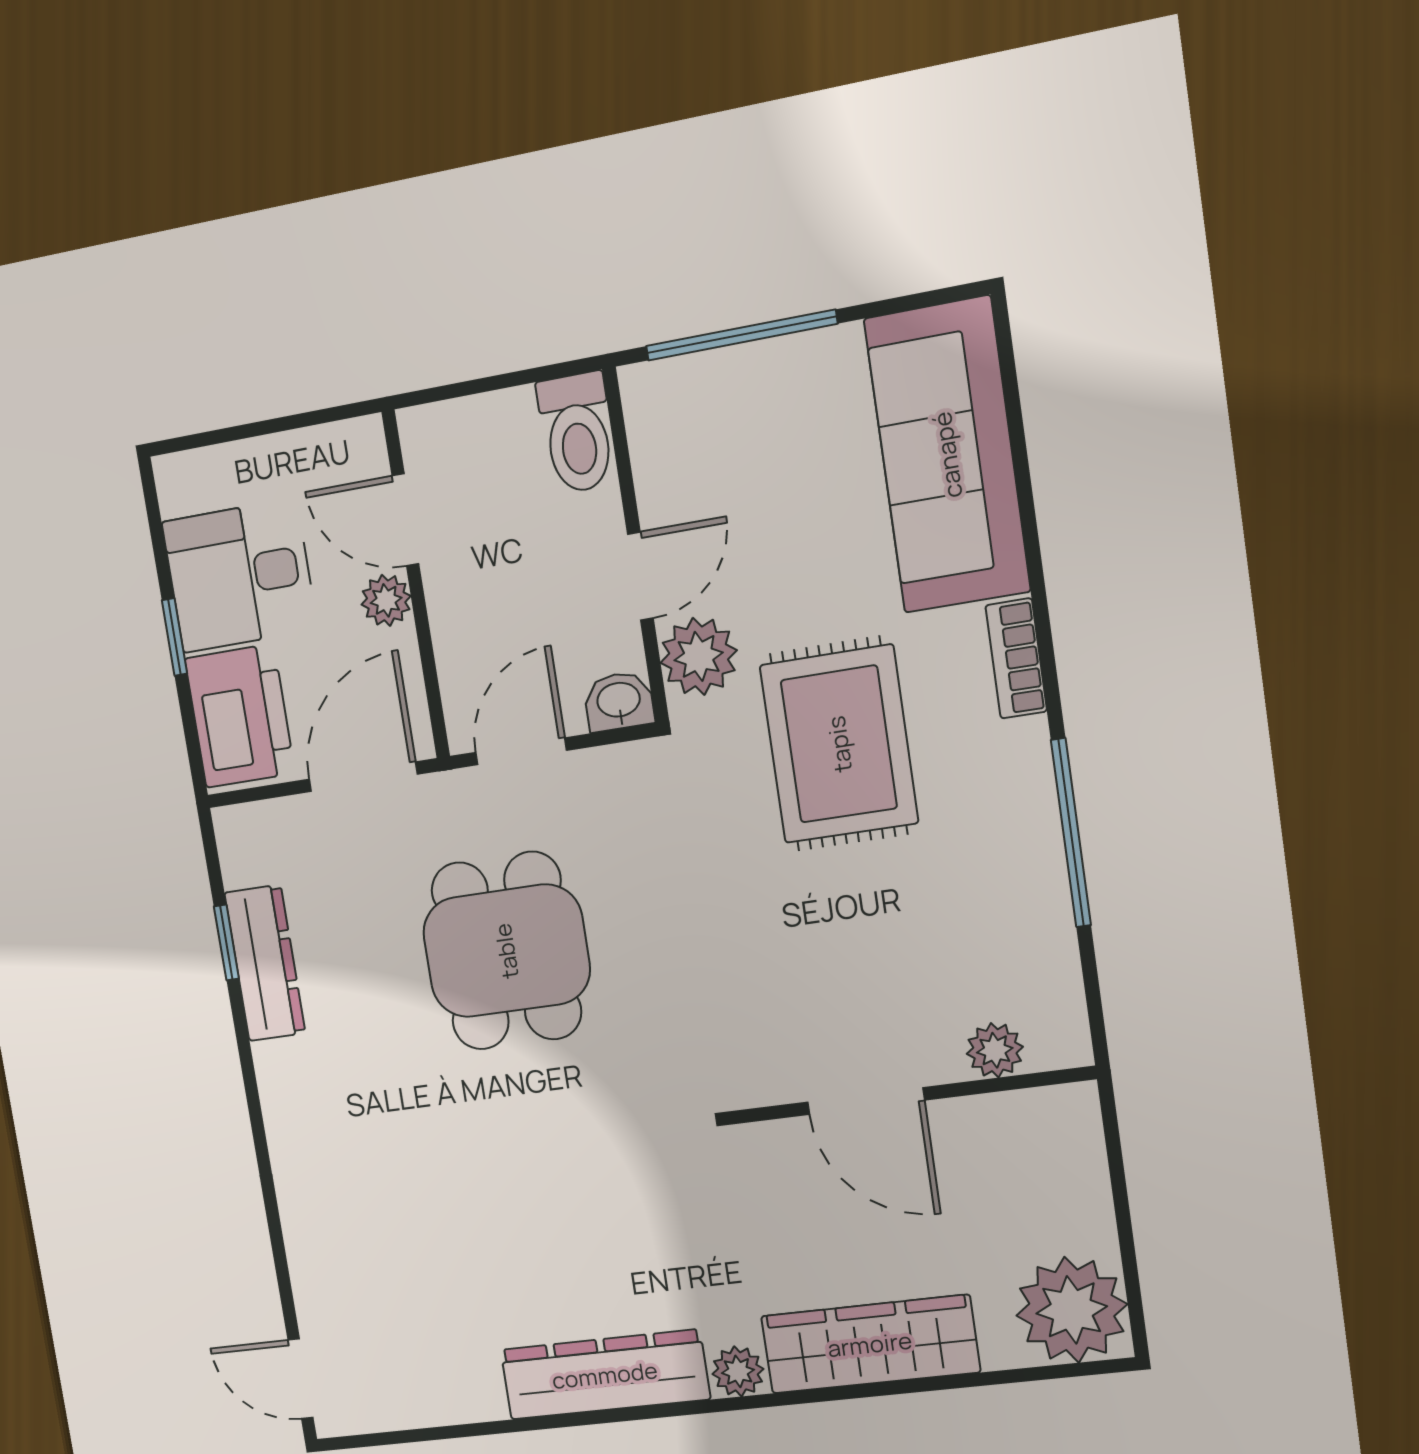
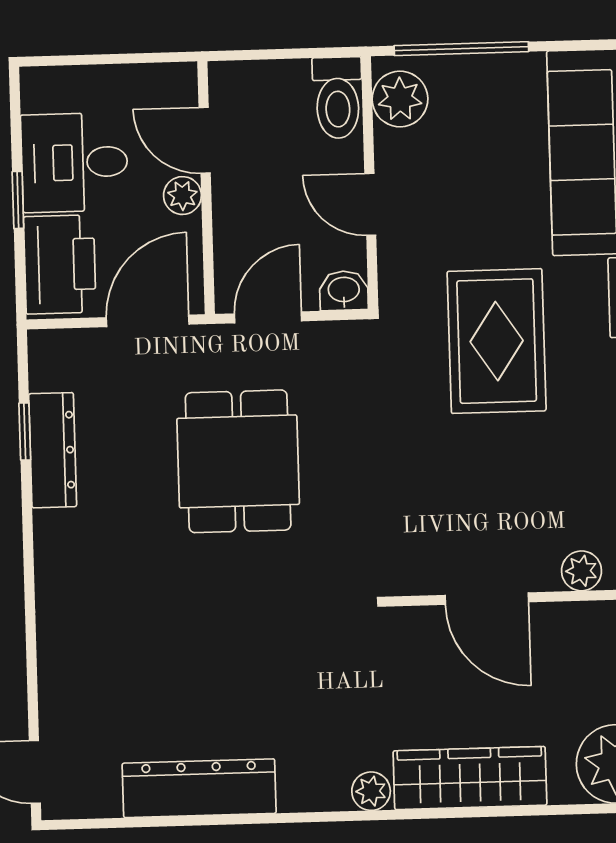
door: (640, 576) -> (370, 204), swing flipped
plant: (699, 656) -> (400, 99), moved
dresser: (605, 1375) -> (199, 788), moved

